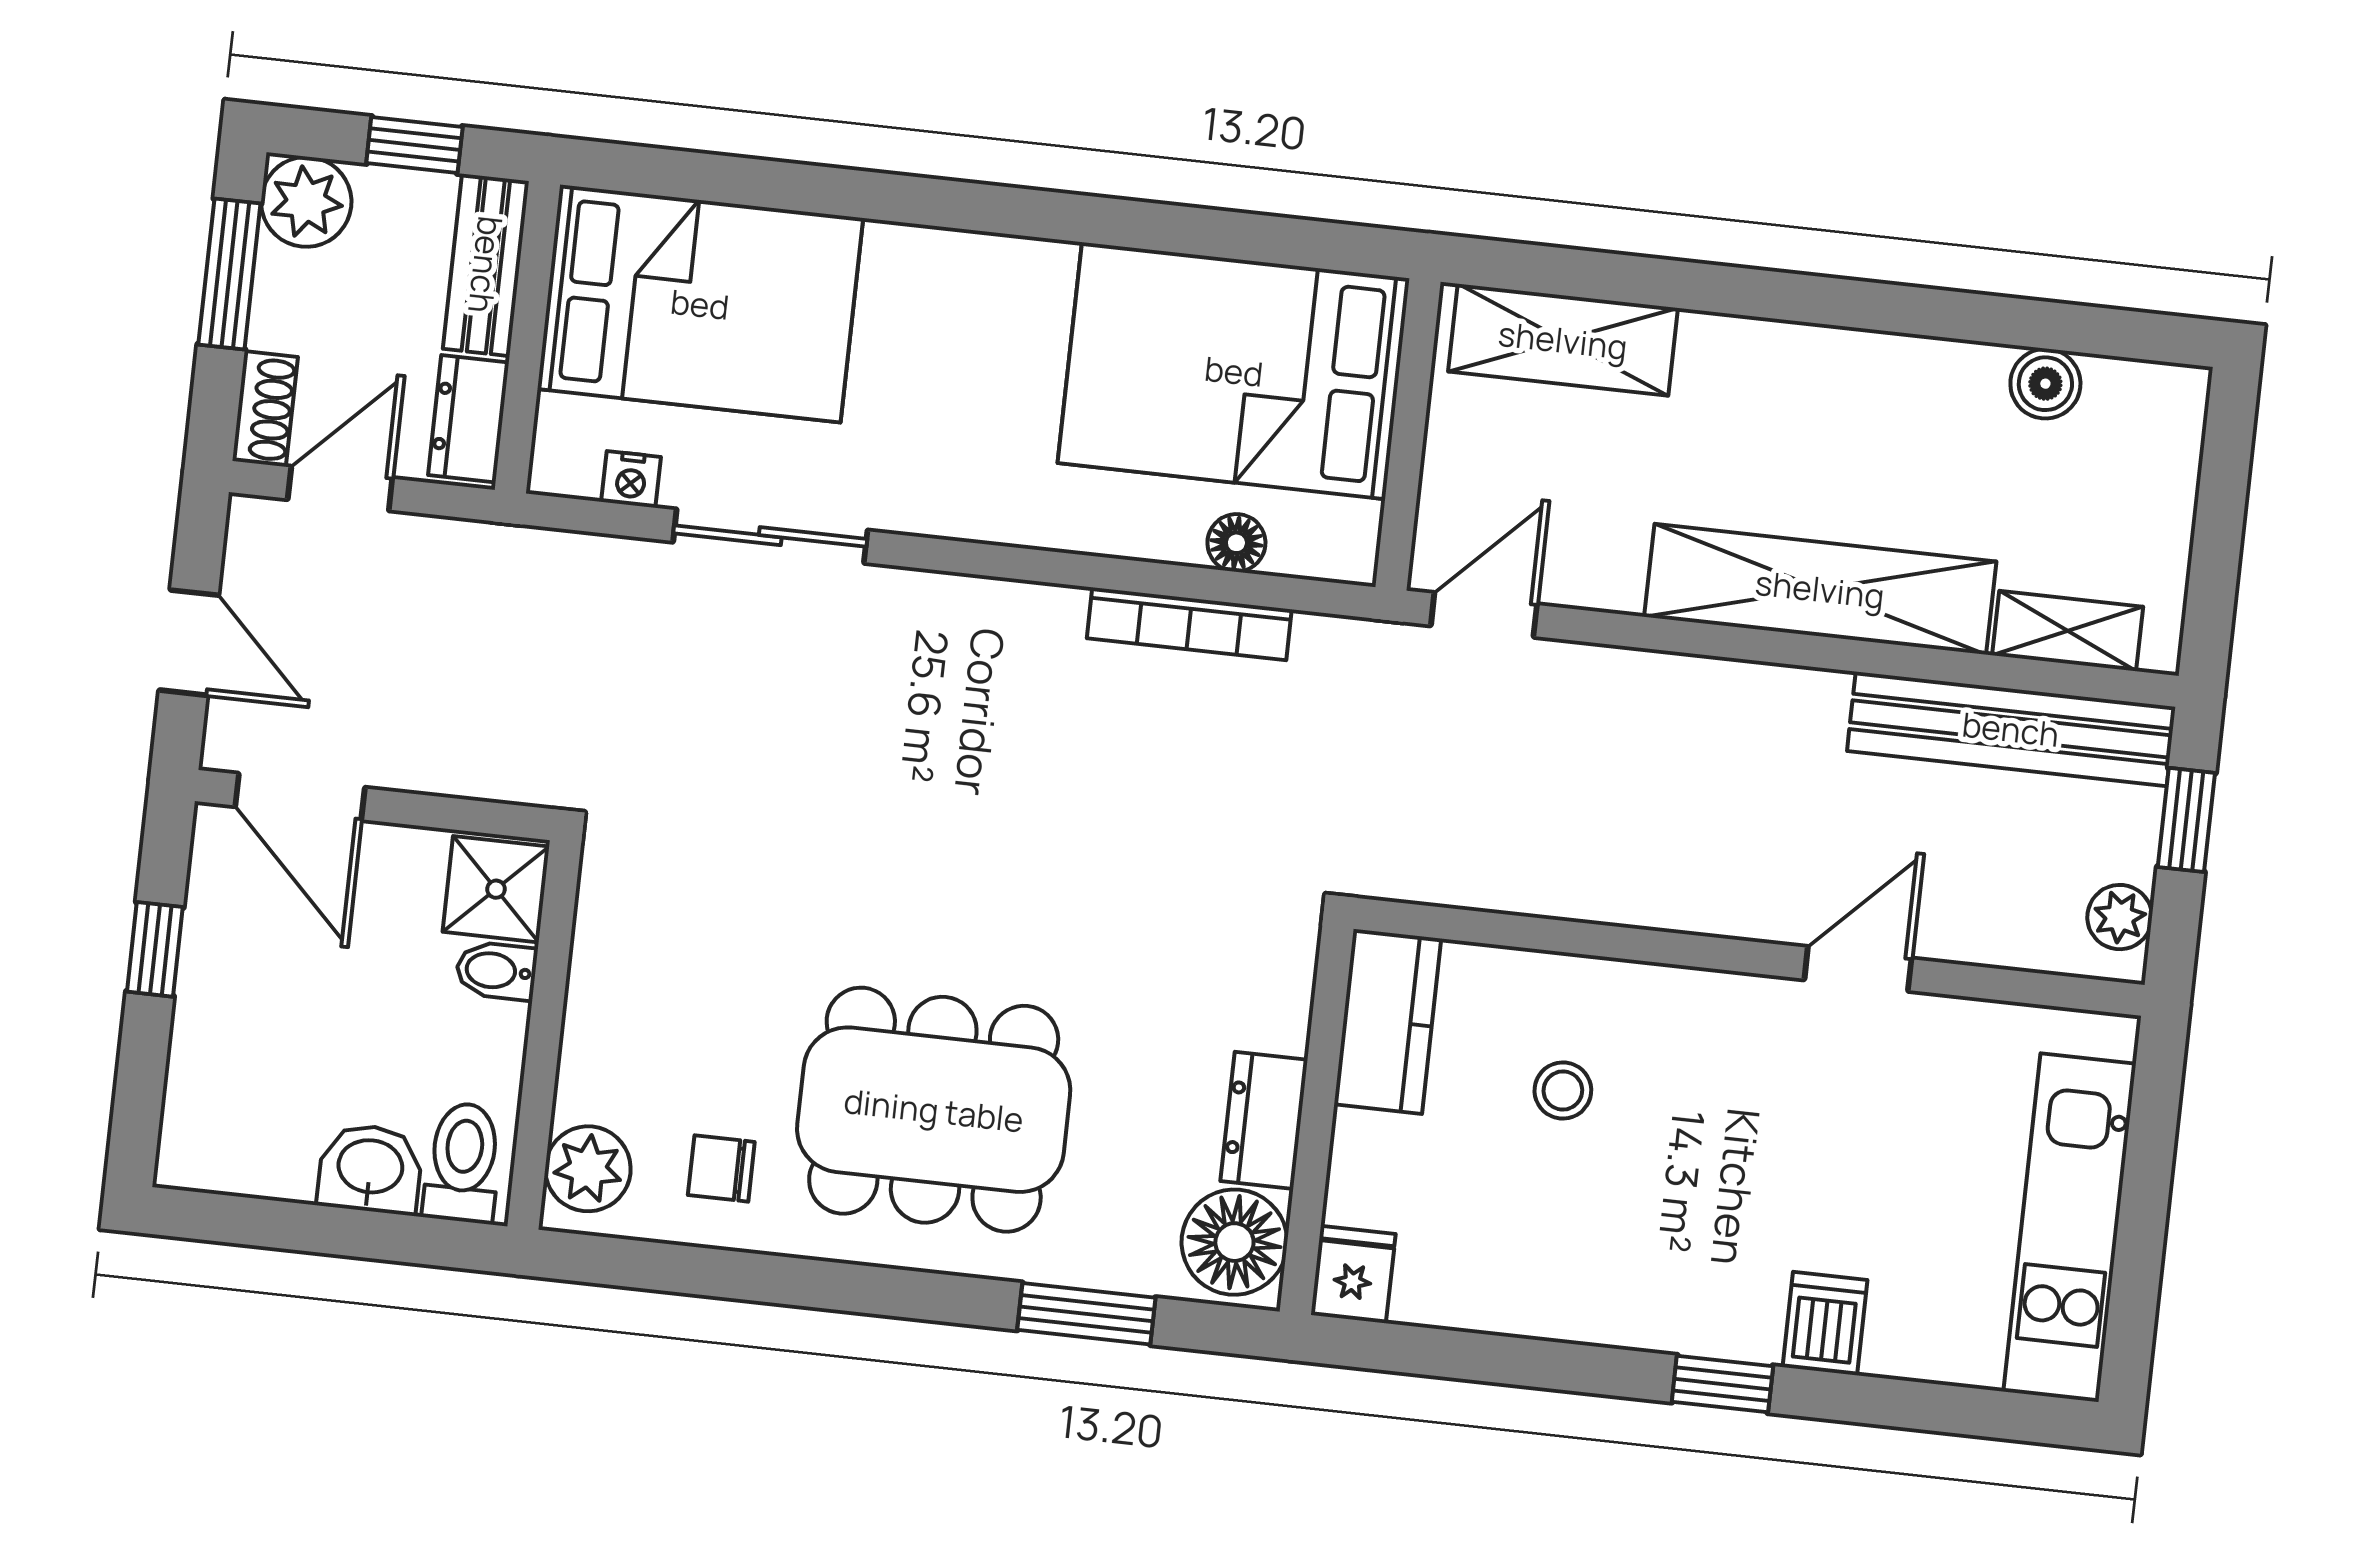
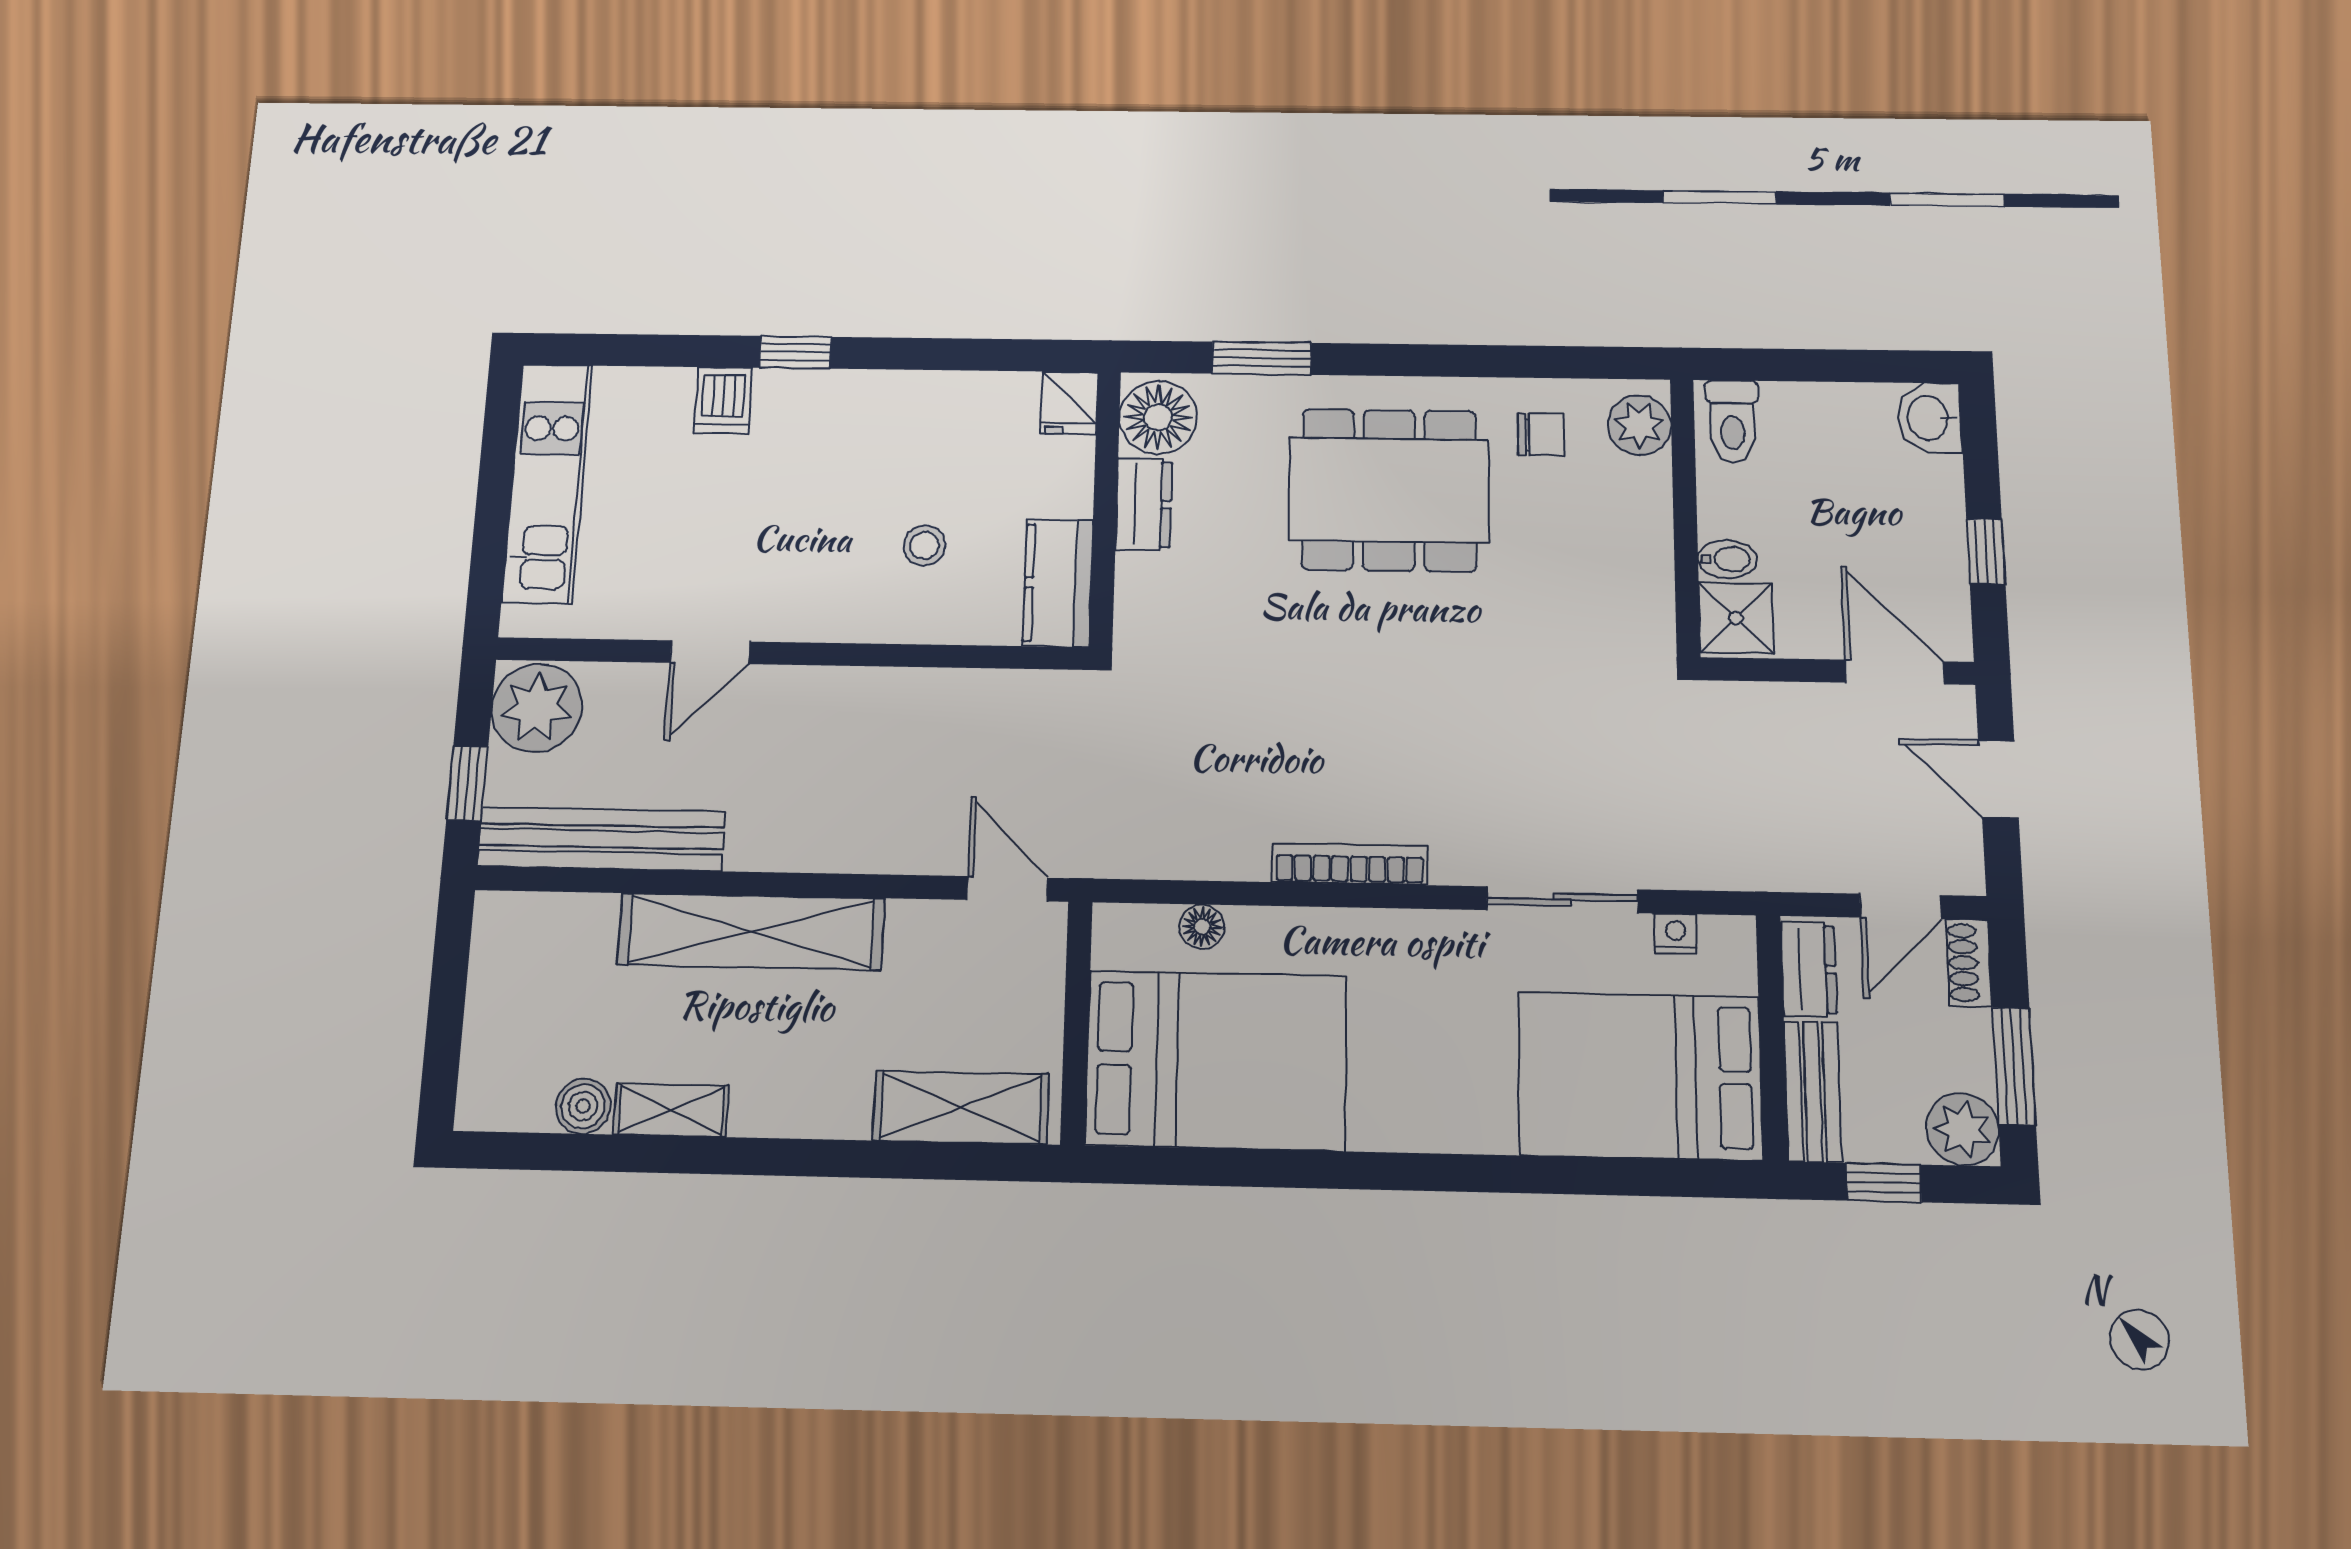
door: (1484, 615) -> (1008, 889), swing flipped
bookcase: (1189, 624) -> (1349, 864), moved
shelving: (2068, 631) -> (671, 1110), moved
plant: (2120, 917) -> (537, 708), width x1.88, depth x1.88
washbasin: (370, 1169) -> (1929, 418), moved, turned 90

